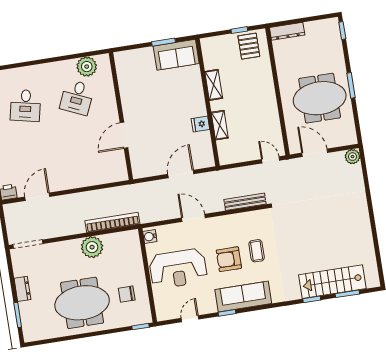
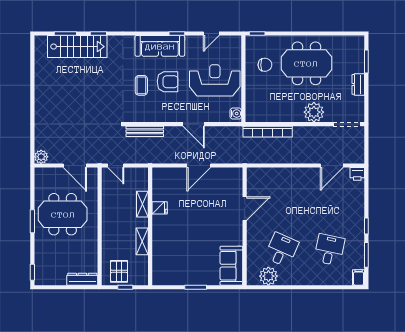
sofa: (176, 55) -> (231, 266), moved, turned -90
shelving: (214, 85) -> (142, 241), moved
wall: (208, 102) -> (150, 226), moved
fridge: (200, 124) -> (160, 208), moved
shelving: (220, 125) -> (142, 204), moved
plant: (92, 247) -> (314, 112), moved

